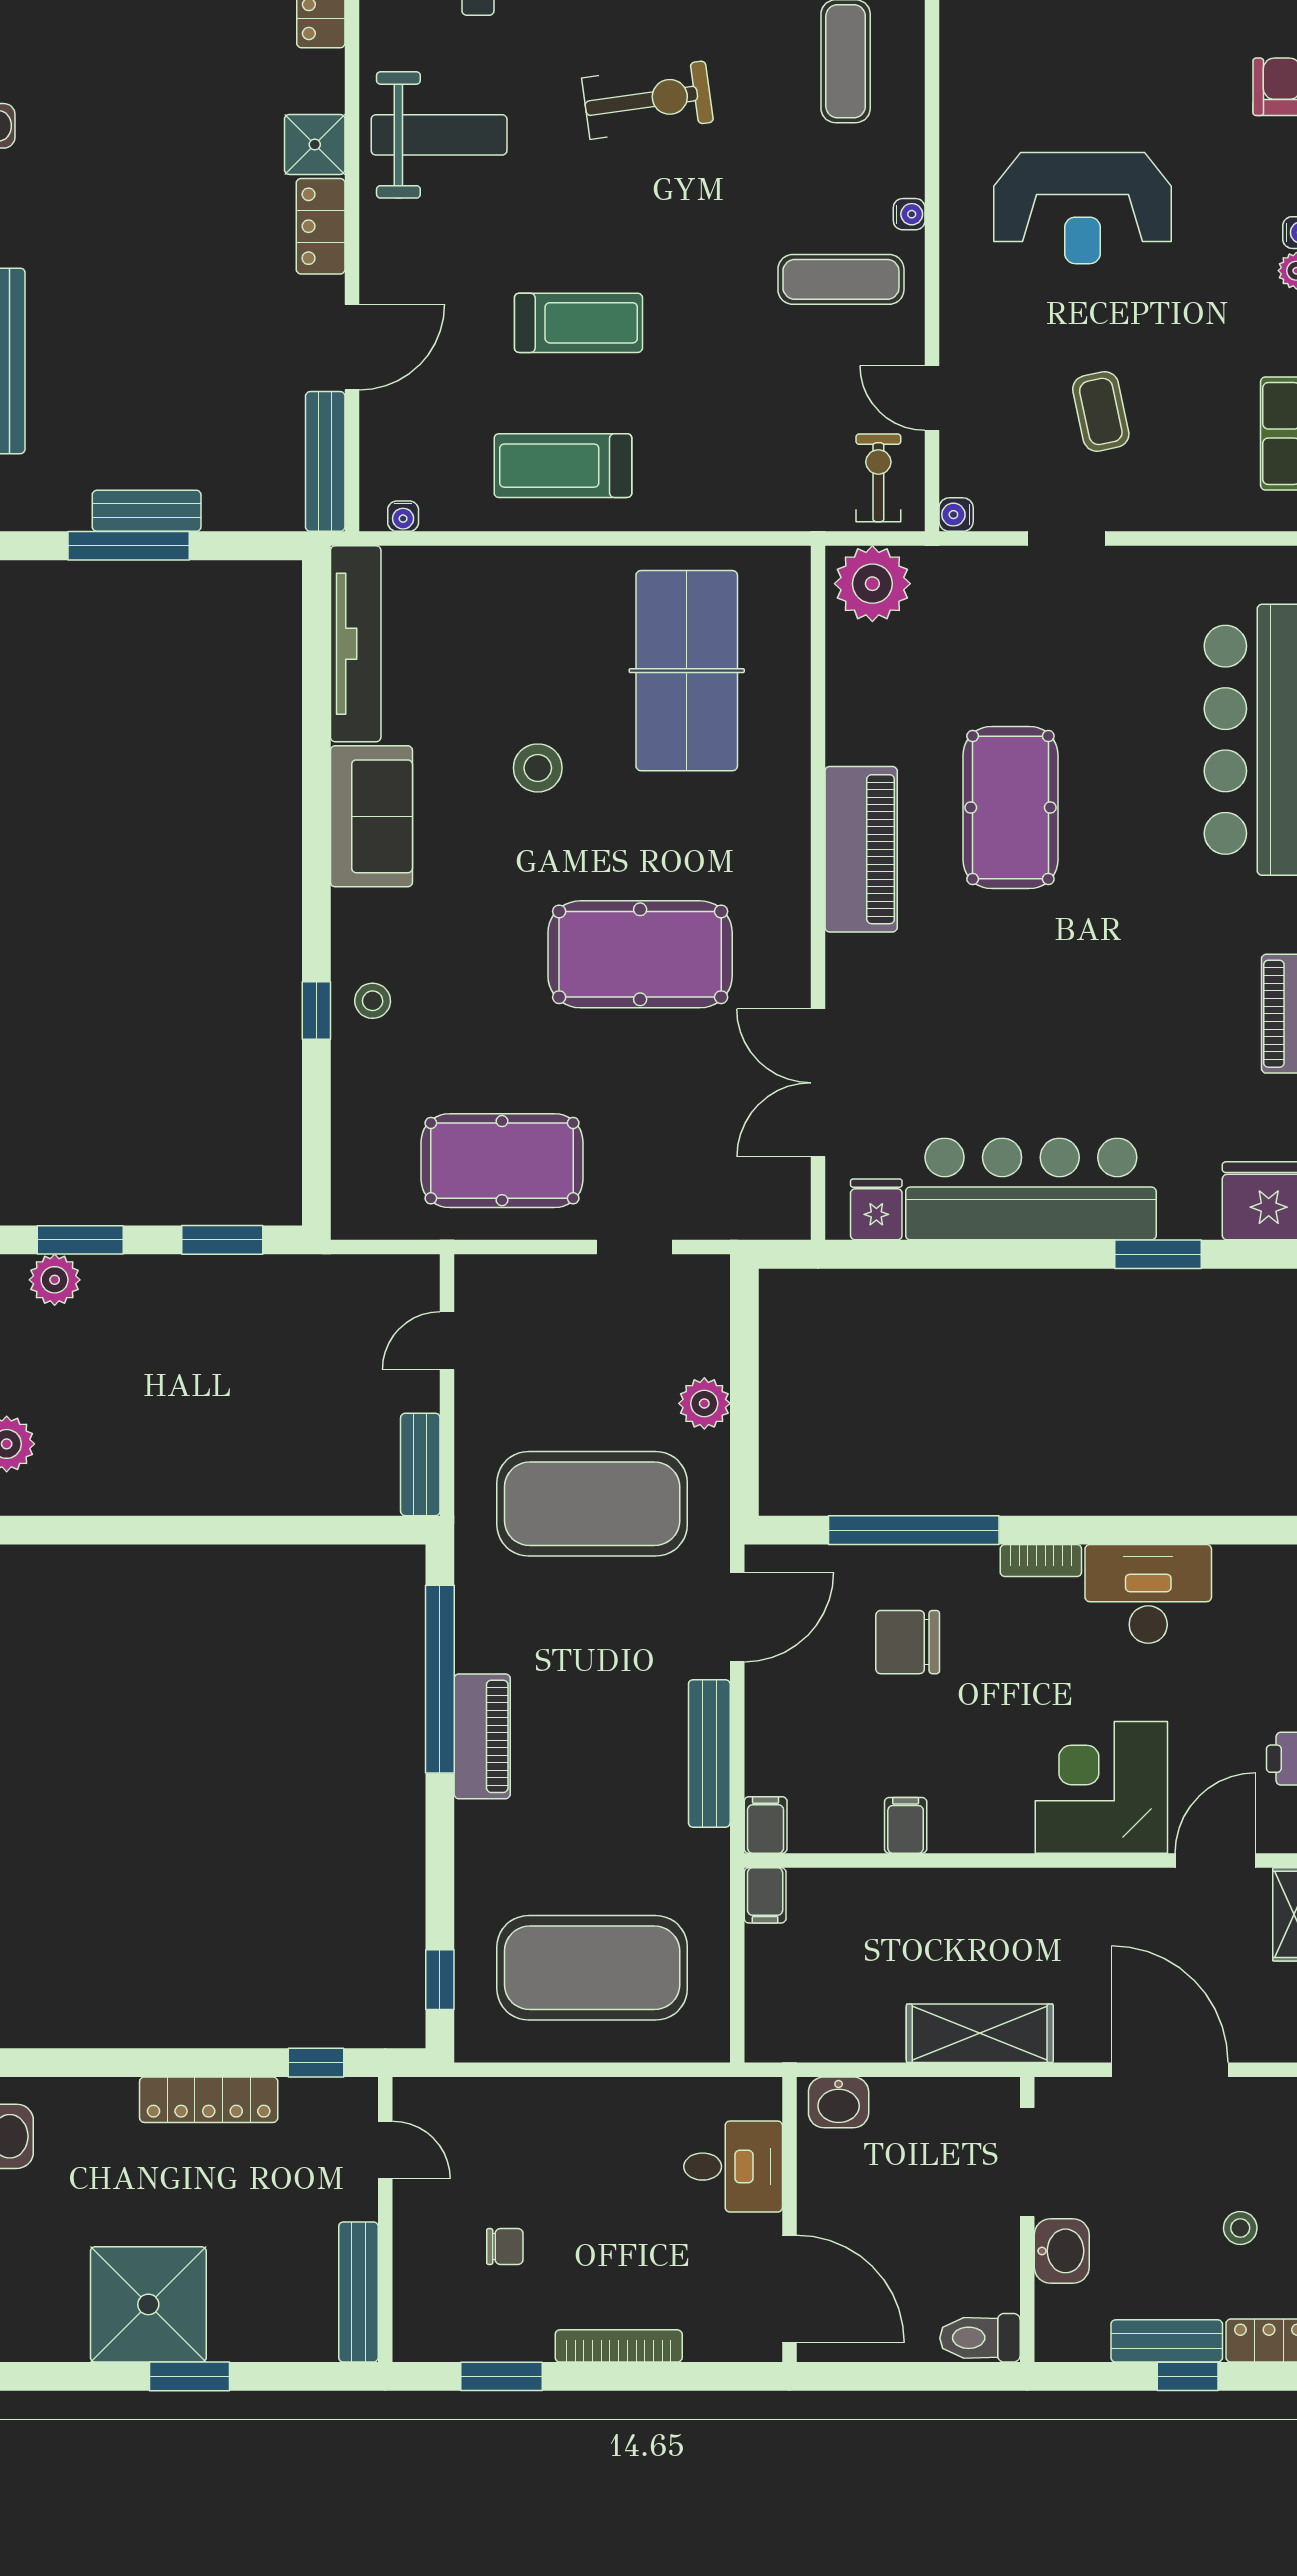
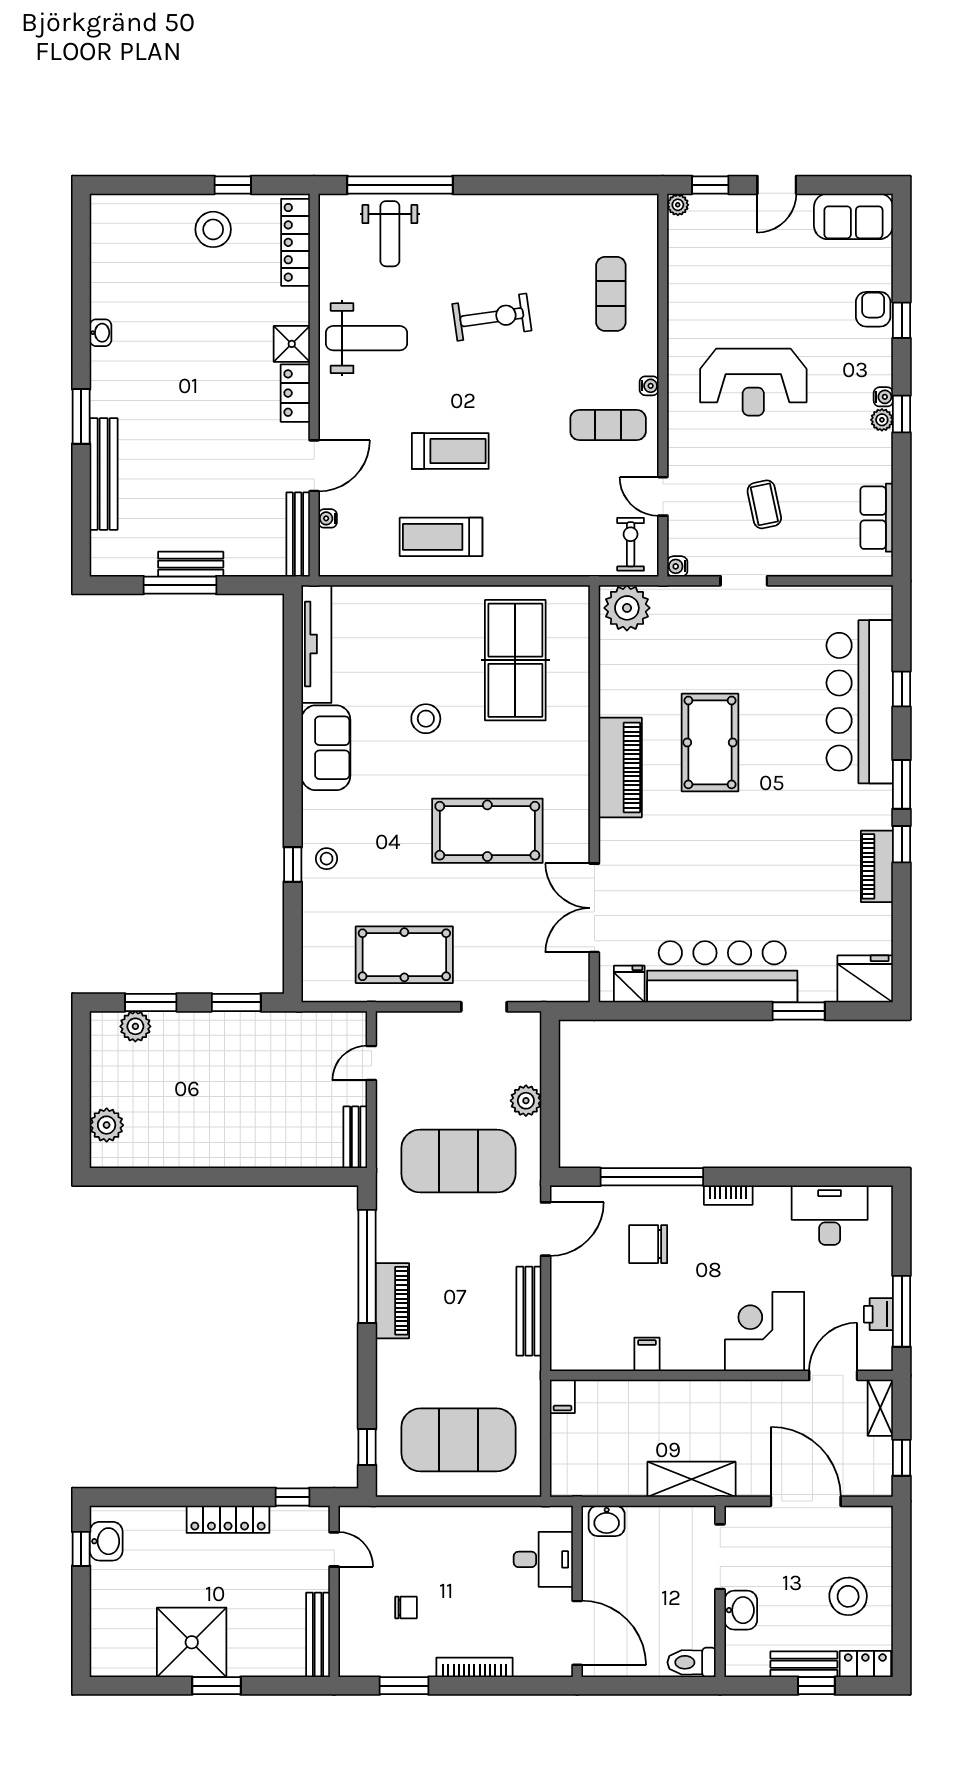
water cooler: (403, 516) -> (328, 518), moved, turned 90
desk: (1148, 1594) -> (830, 1215), moved
filing cabinet: (766, 1825) -> (563, 1354), removed
stool: (1240, 2228) -> (848, 1596), width x1.89, depth x1.89

